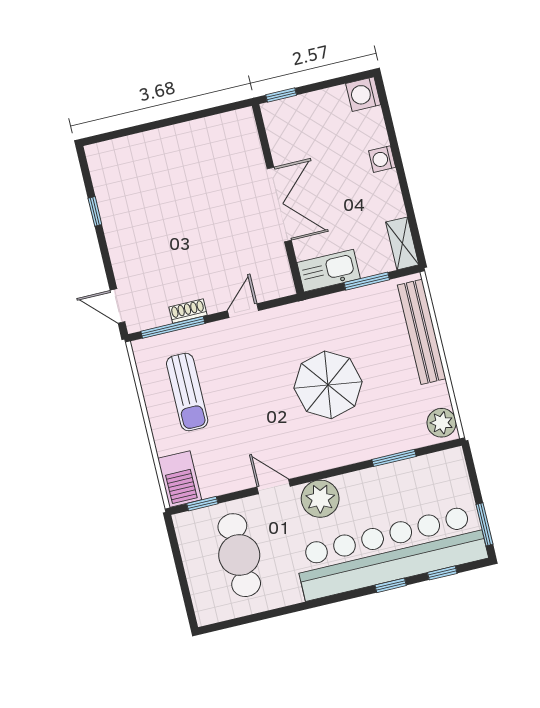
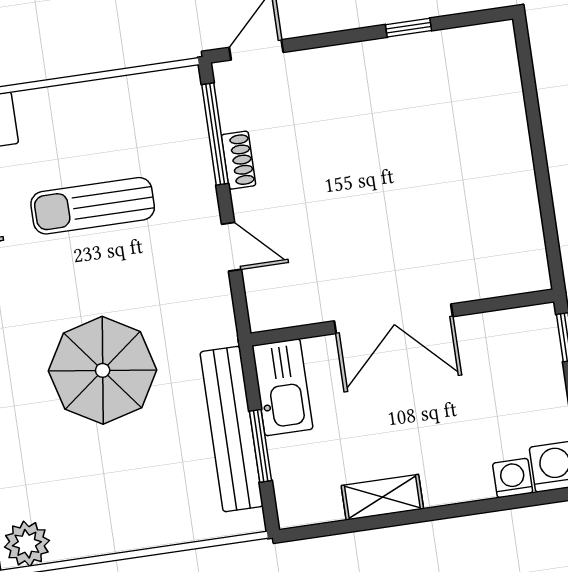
washing machine: (382, 159) -> (513, 478), moved
shelving: (402, 243) -> (382, 497), moved
bench: (422, 332) -> (232, 429), moved, turned 90
sun lounger: (187, 392) -> (93, 206), moved

